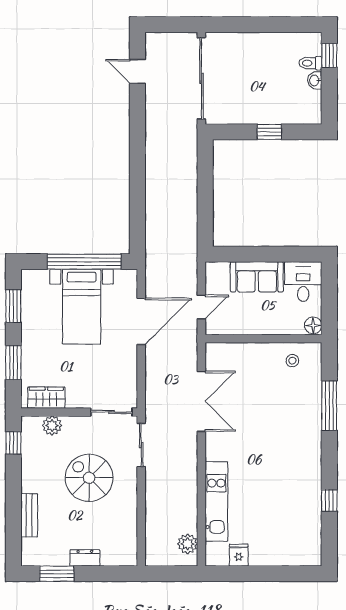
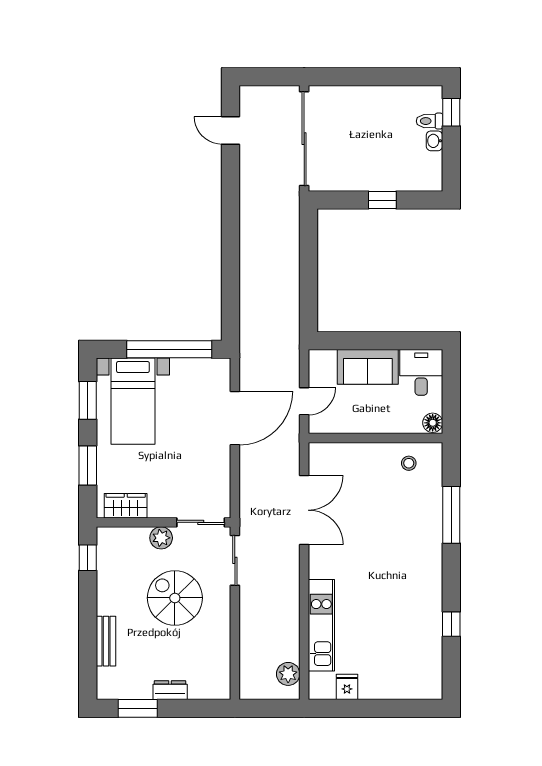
bed with nightstands: (82, 307) -> (133, 401), moved
plant: (52, 426) -> (161, 538), moved

